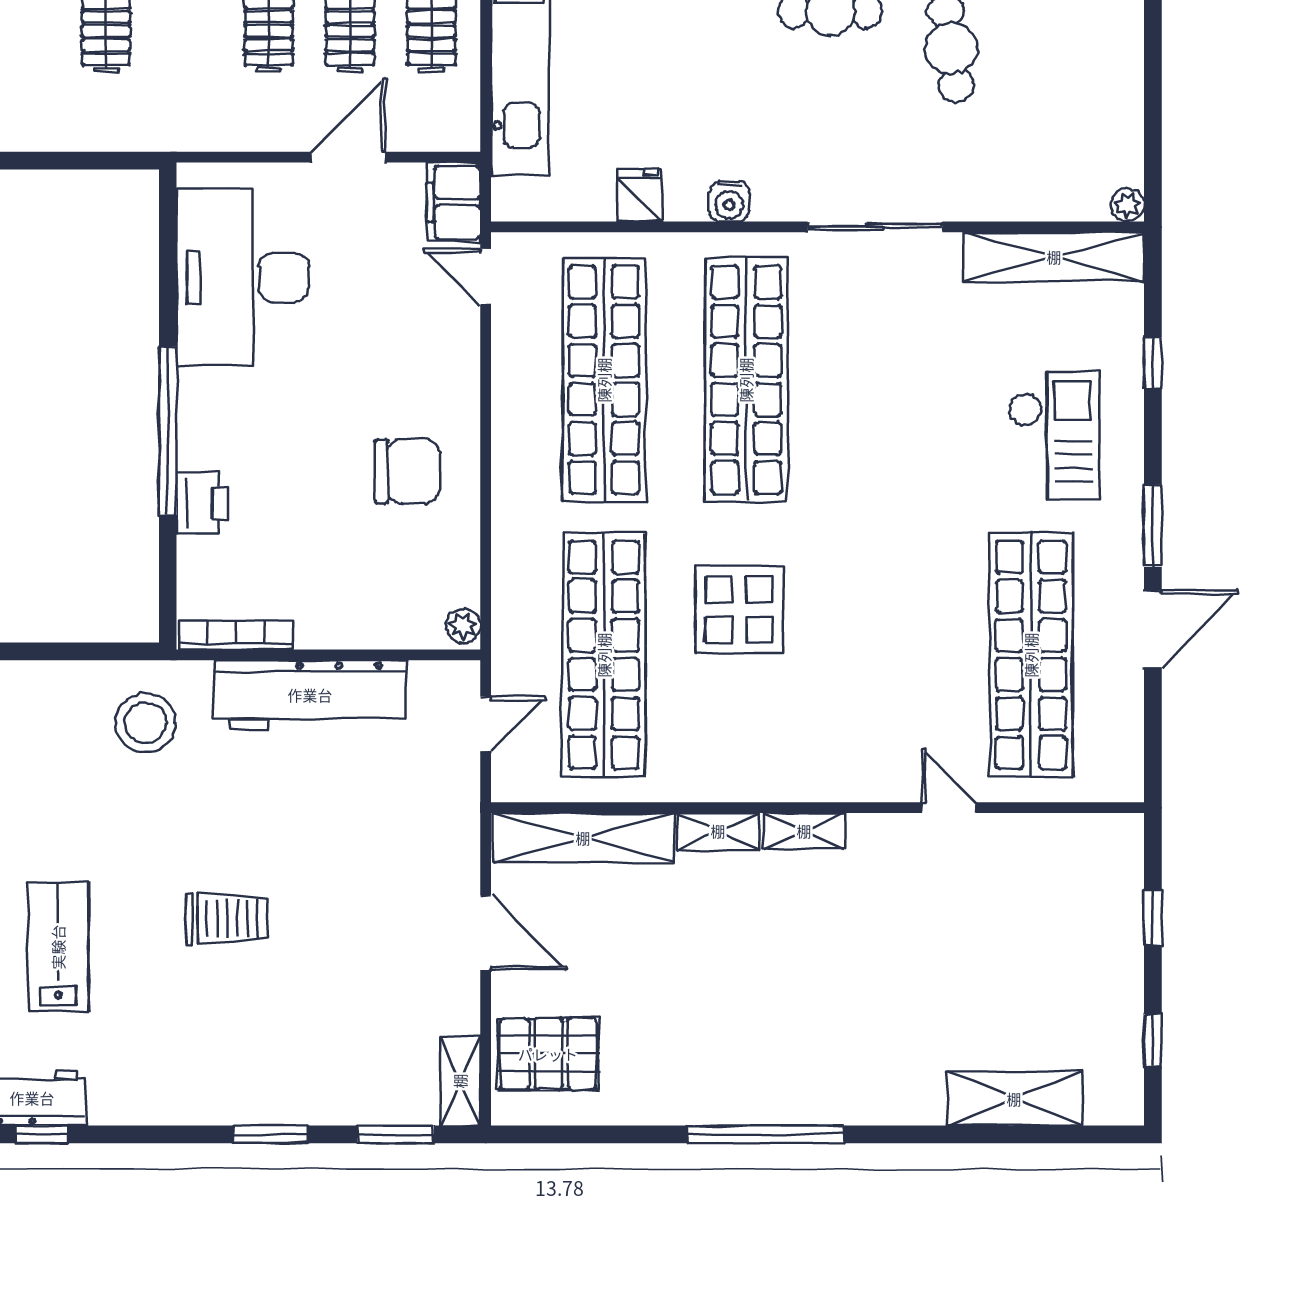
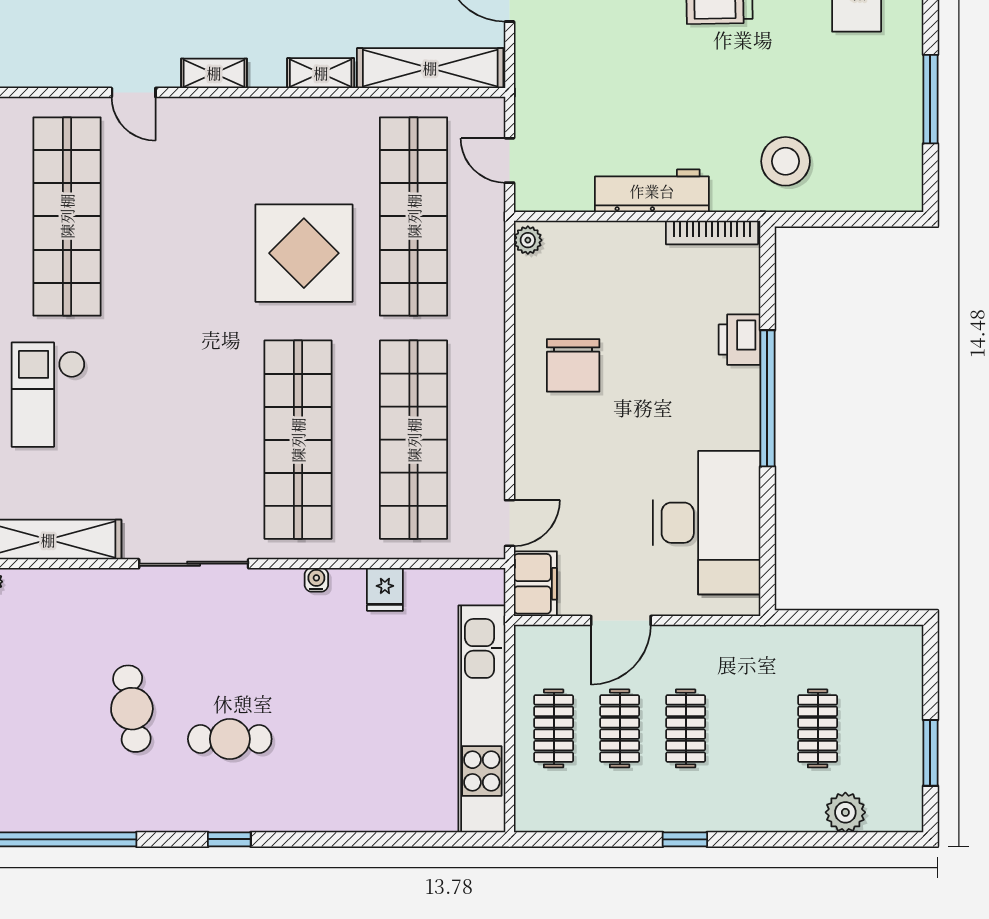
water cooler: (729, 202) -> (316, 580), width x0.72, depth x0.72
door: (486, 277) -> (510, 523), hinge flipped
chair: (407, 471) -> (573, 365), turned -90
display table: (739, 610) -> (304, 253), width x1.36, depth x1.36
workbench: (310, 695) -> (652, 191), width x0.73, depth x0.76
door: (486, 724) -> (510, 160), hinge flipped
shelving: (804, 831) -> (214, 73), moved

